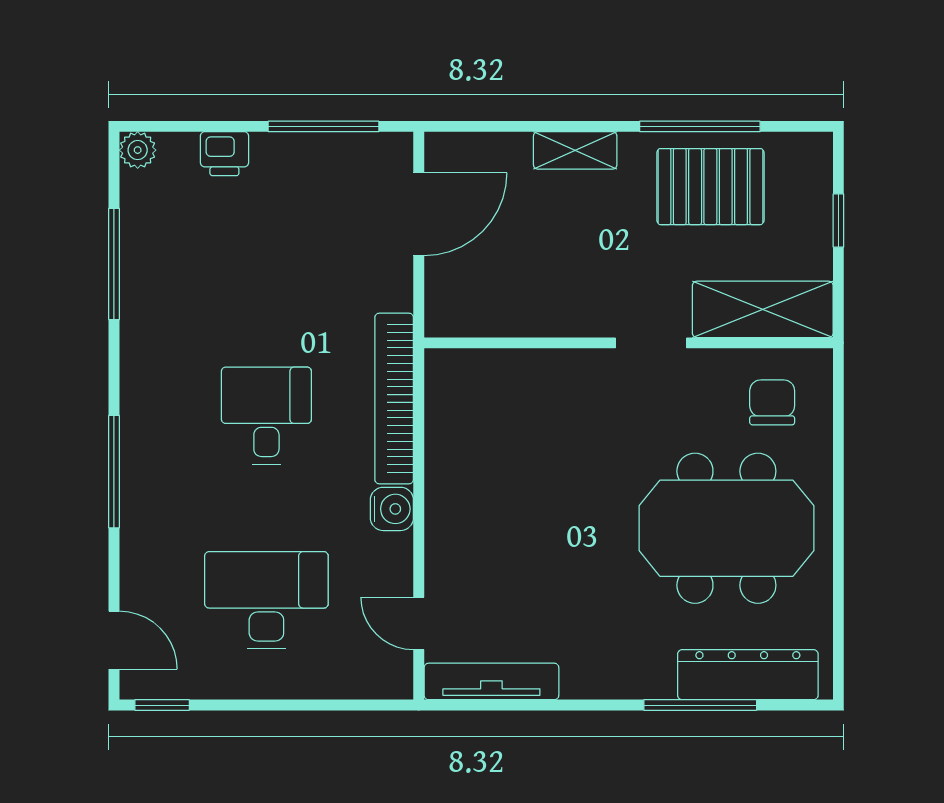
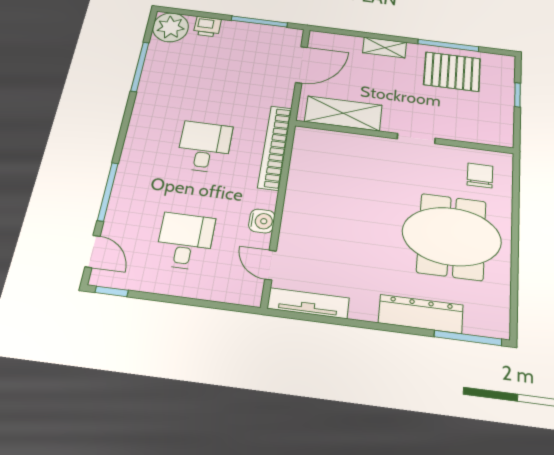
plant: (138, 150) -> (171, 27), width x1.88, depth x1.88
shelving: (763, 309) -> (343, 113), moved
window: (114, 472) -> (108, 192), moved
water cooler: (392, 509) -> (262, 221), moved
desk: (266, 600) -> (185, 241), width x0.73
dresser: (748, 675) -> (421, 314), moved
window: (700, 705) -> (468, 338), moved

